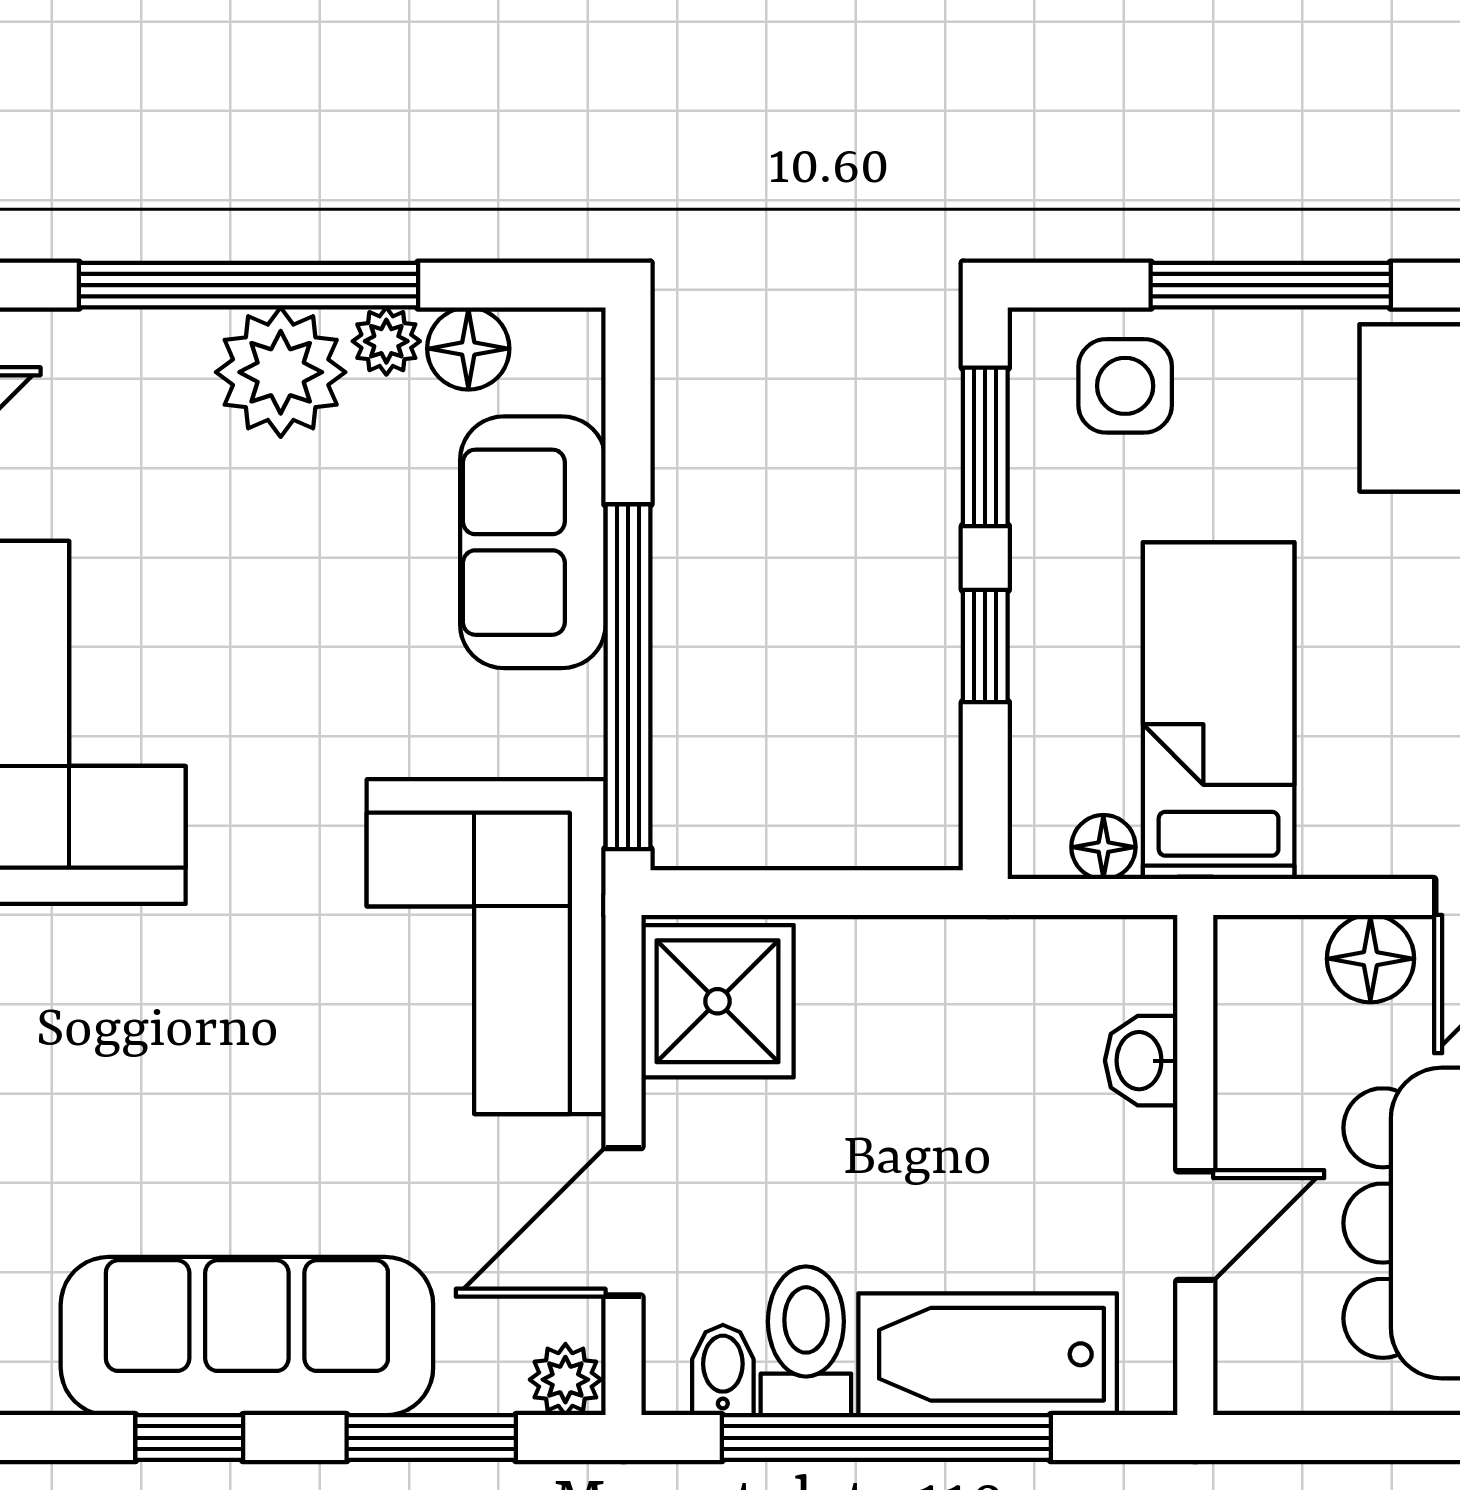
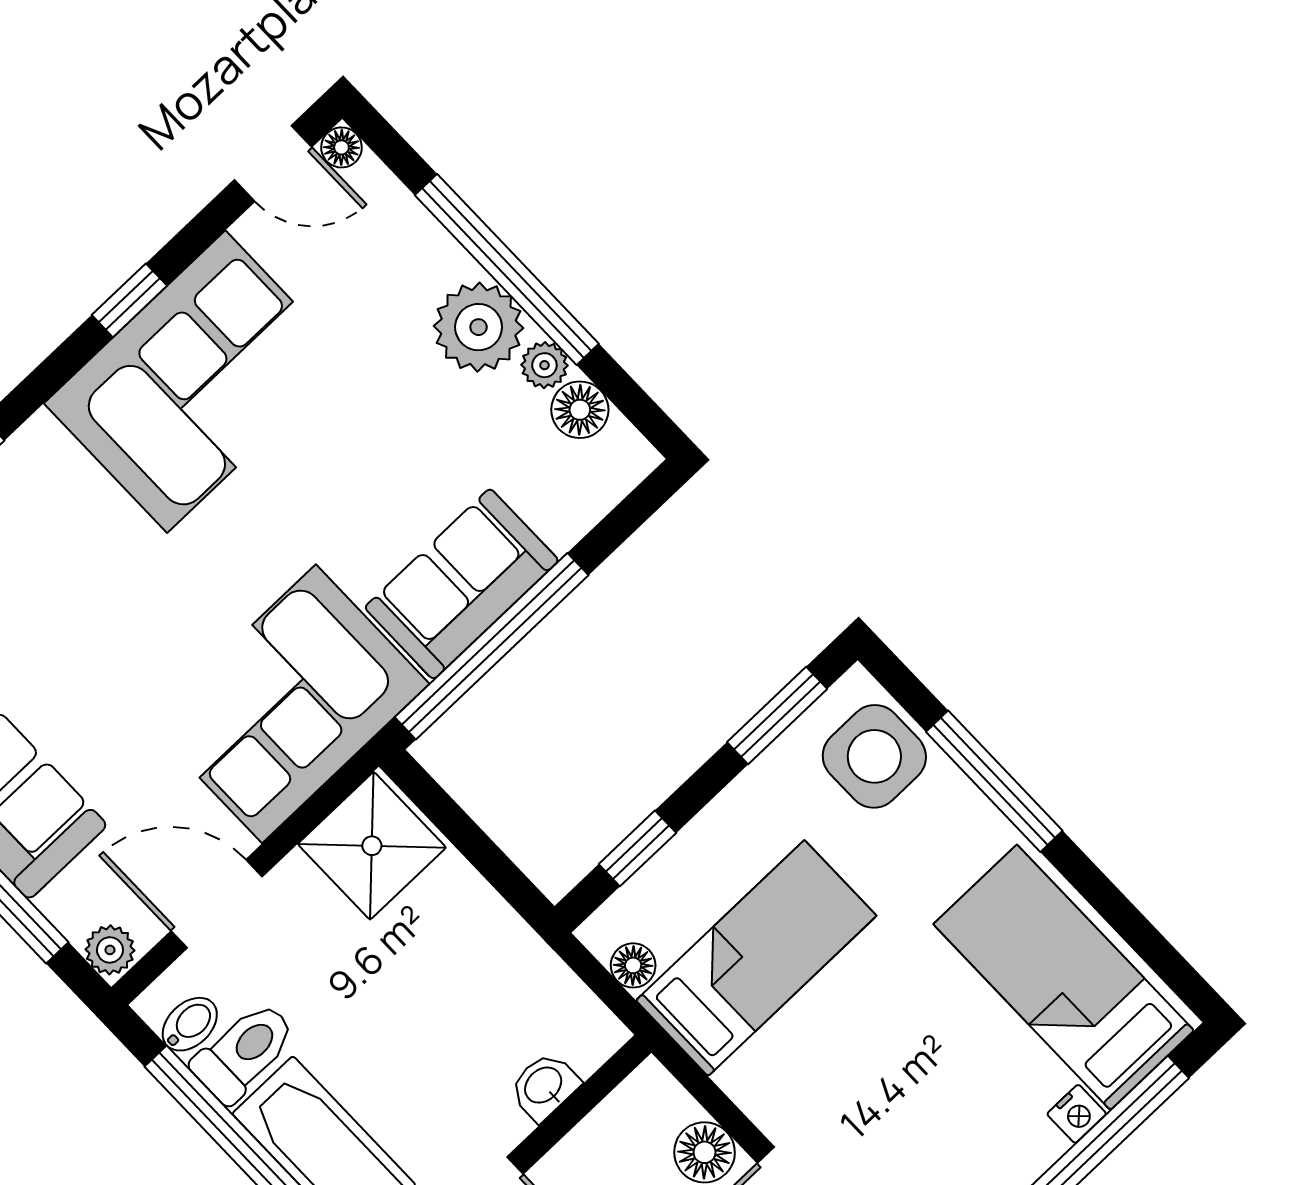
side table: (1125, 386) -> (874, 756), width x1.37, depth x1.37
sofa: (533, 542) -> (462, 584), moved
window: (985, 646) -> (637, 848), moved

